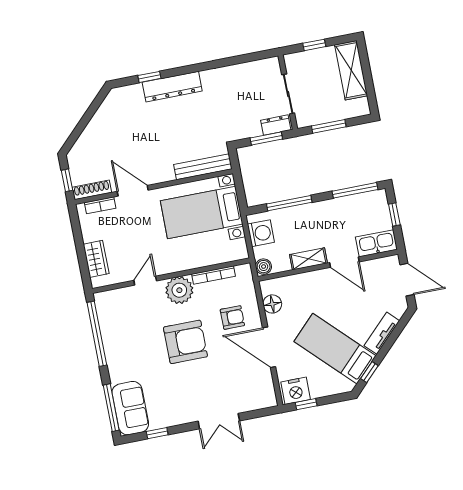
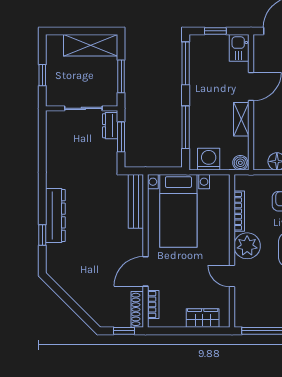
shelving: (351, 70) -> (91, 45), moved
kitchen sink: (376, 243) -> (239, 48), width x0.73

